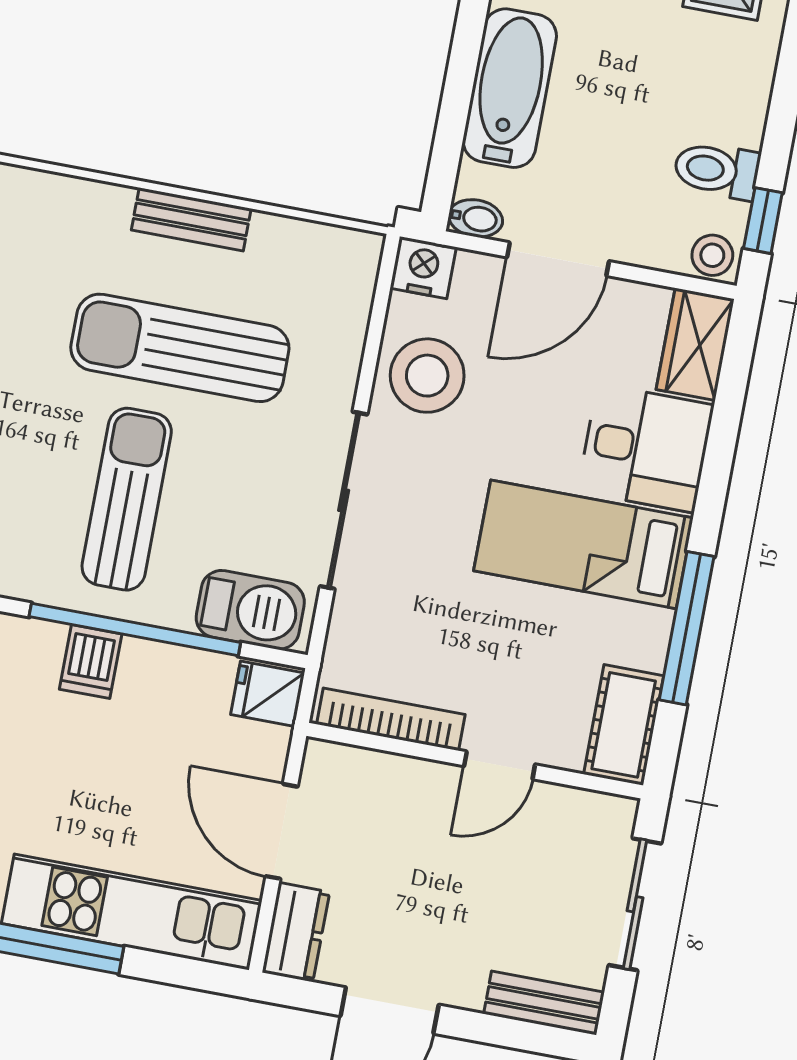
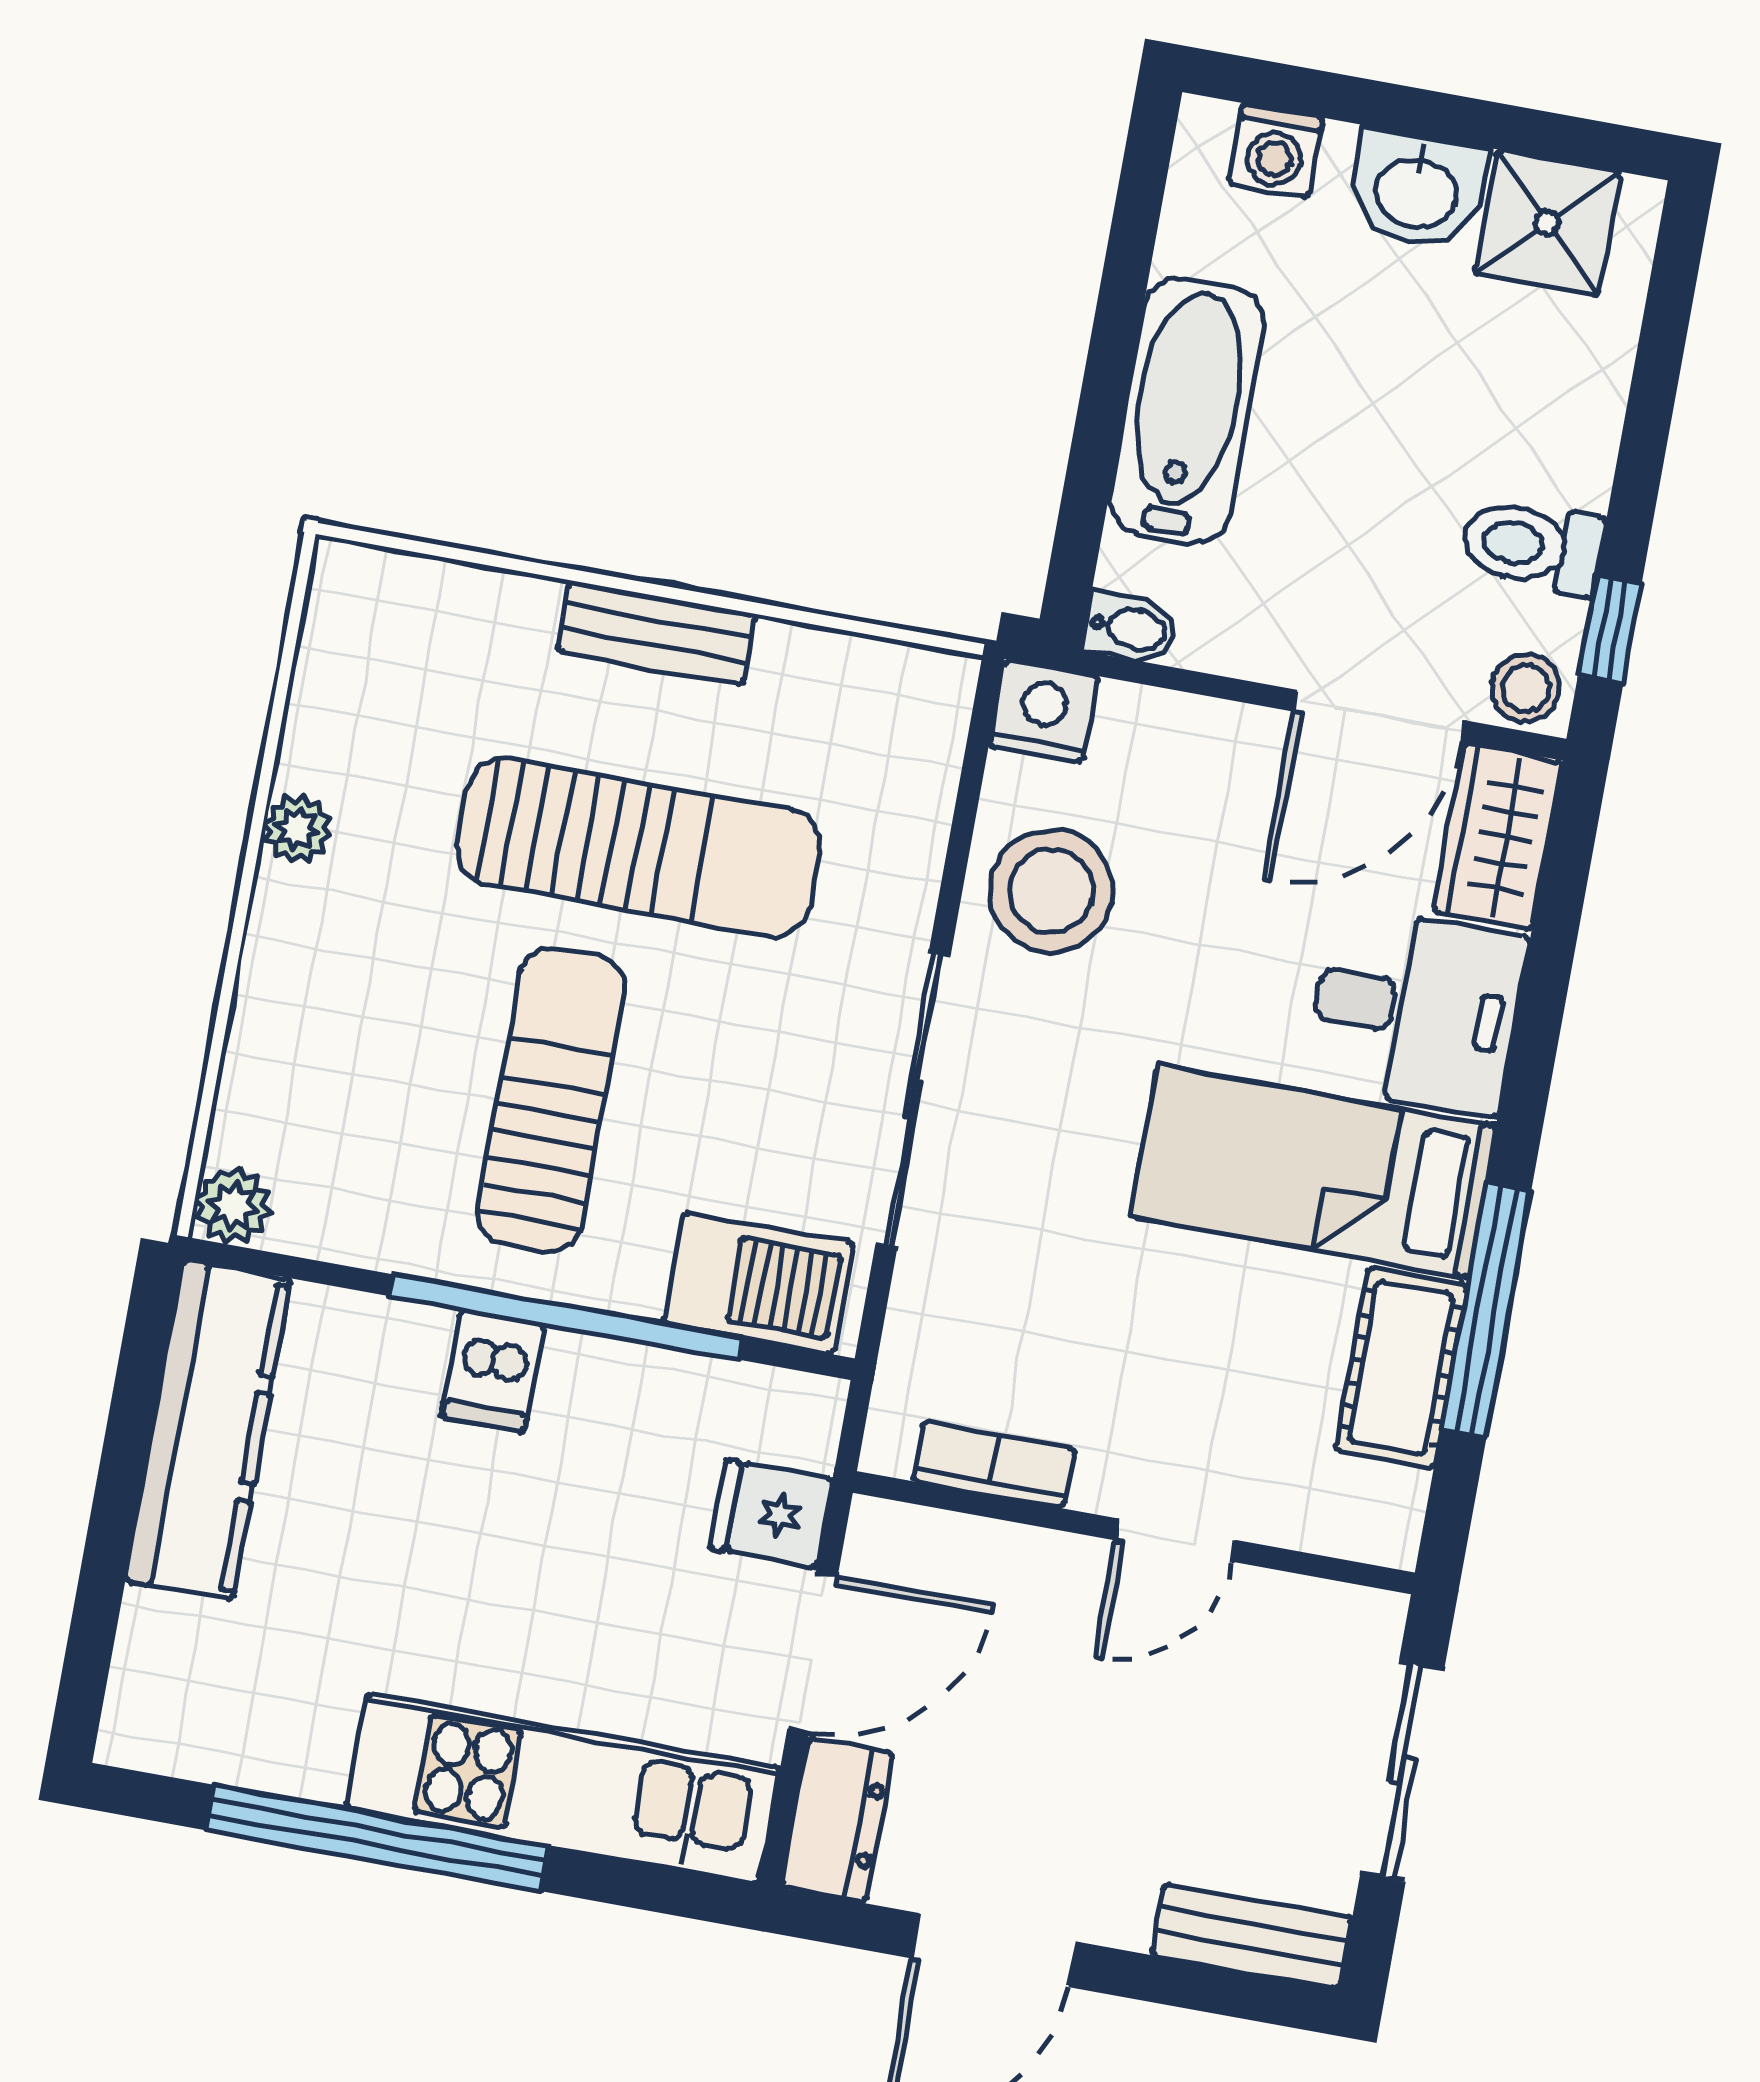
door: (558, 259) -> (1379, 716), moved
sun lounger: (180, 348) -> (639, 847), turned 180
fridge: (268, 694) -> (771, 1514), moved
bookcase: (391, 719) -> (994, 1465), width x0.64
cot: (624, 725) -> (1401, 1368), moved
door: (282, 831) -> (813, 1652), swing flipped

